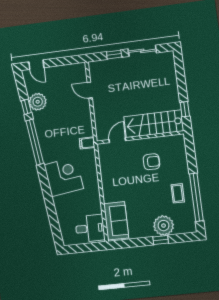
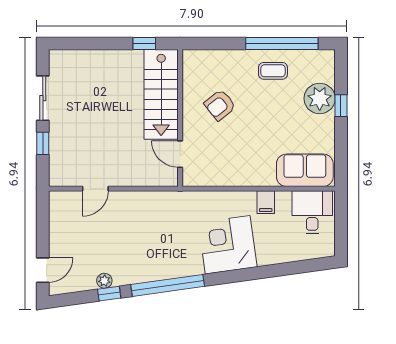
plant: (38, 102) -> (104, 281), width x0.53, depth x0.53
filing cabinet: (87, 143) -> (266, 202), moved
armchair: (151, 162) -> (220, 105), turned -129

